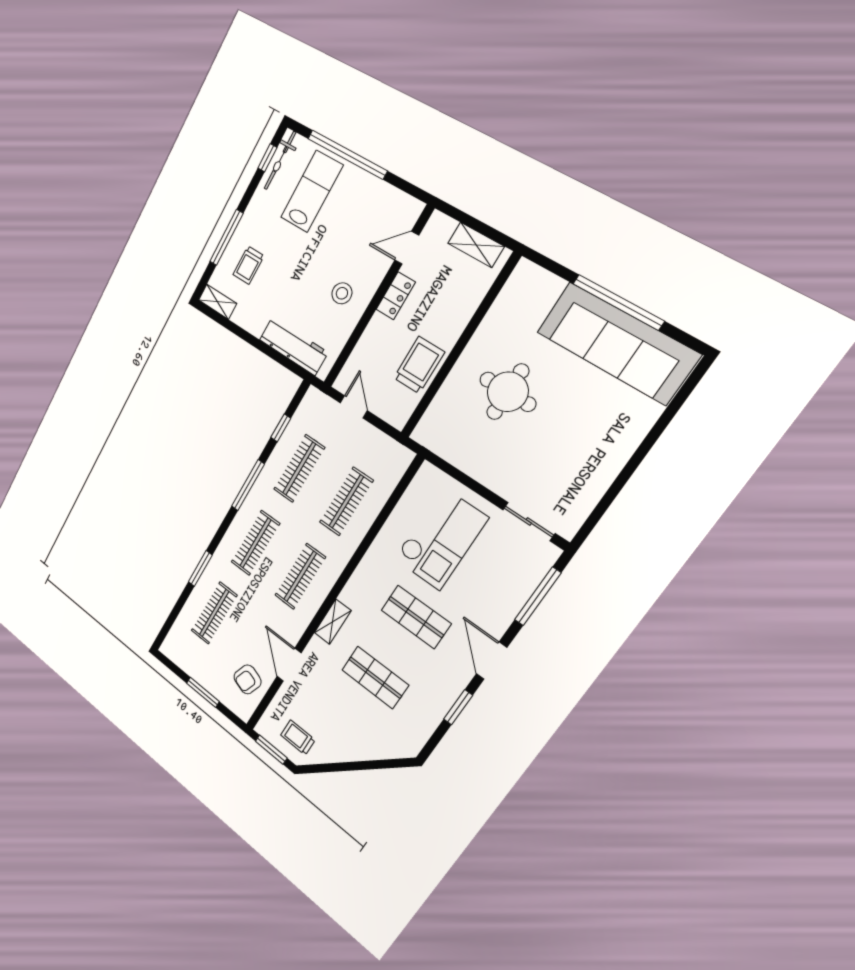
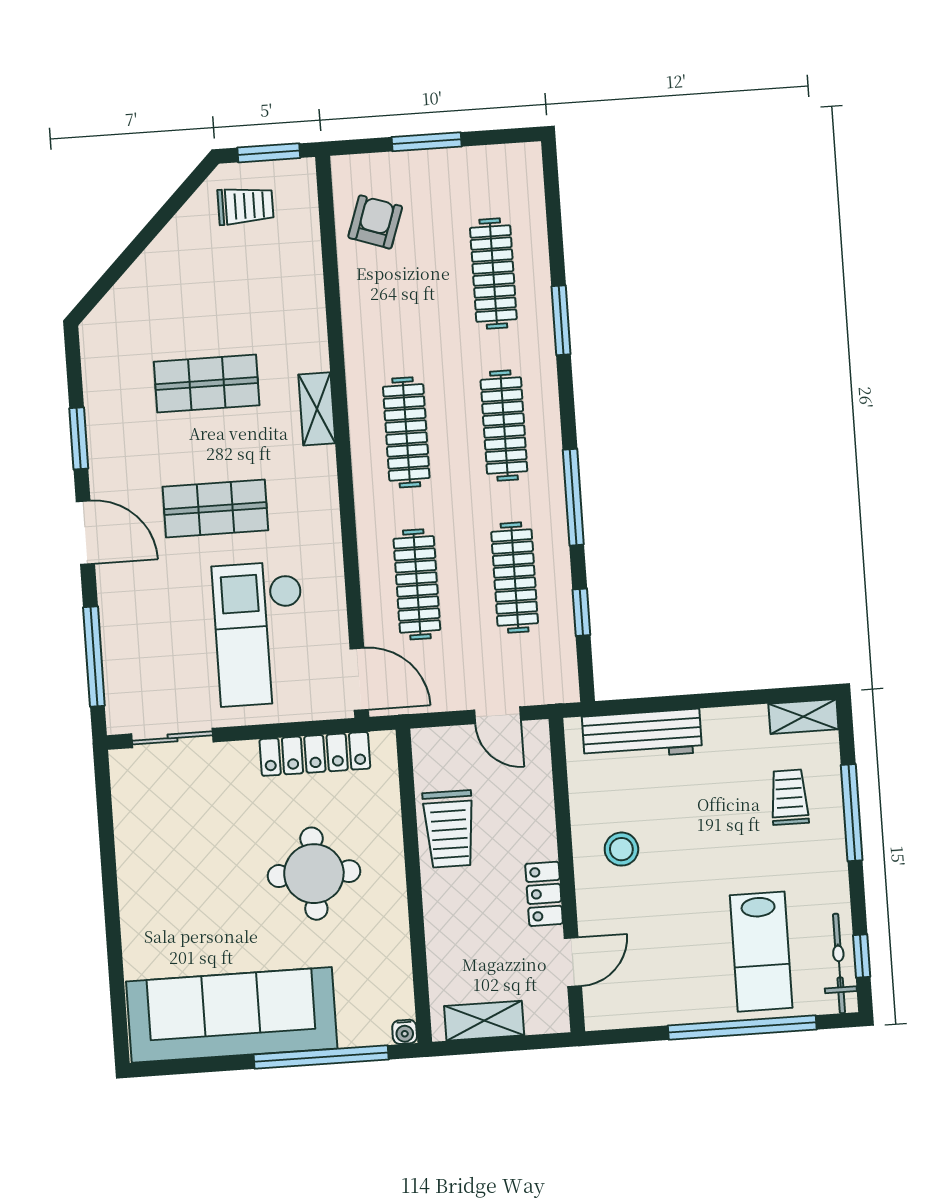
water cooler: (524, 267) -> (405, 1032), added
window: (618, 302) -> (321, 1057), moved
locker: (459, 456) -> (315, 754), added
door: (289, 665) -> (359, 679), moved

